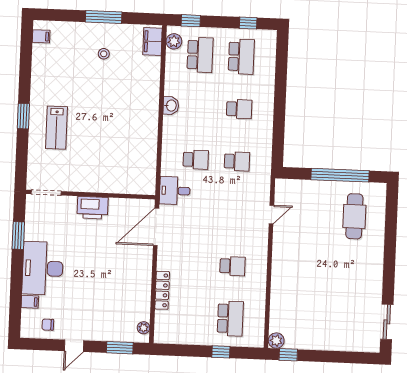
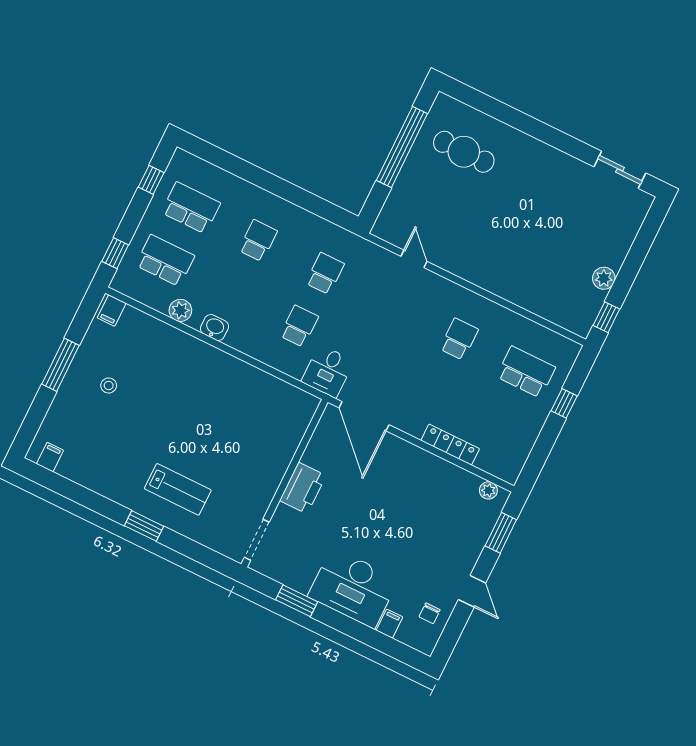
filing cabinet: (153, 41) -> (112, 311), width x0.50
plant: (174, 41) -> (180, 310), moved
plant: (276, 341) -> (604, 278), moved

